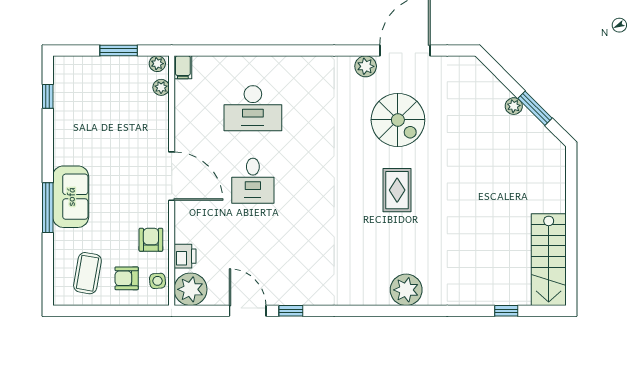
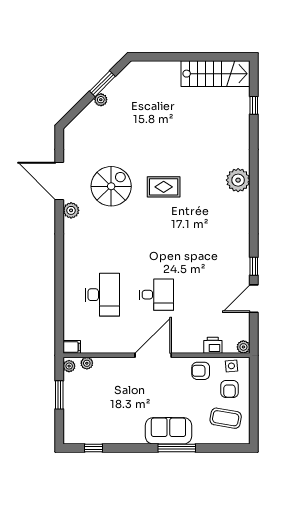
plant: (191, 289) -> (243, 347), width x0.53, depth x0.53

